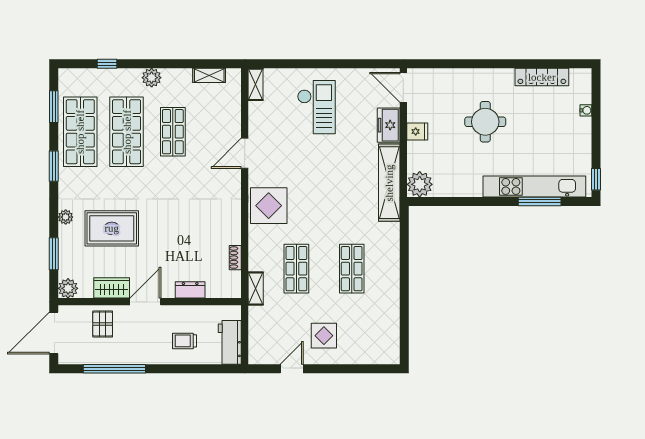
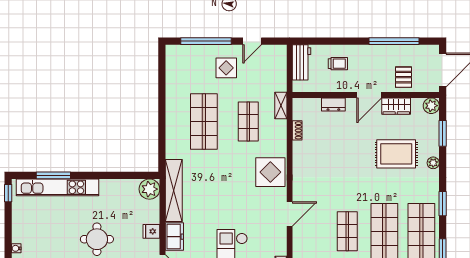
shop shelf: (352, 269) -> (204, 122), width x1.43, depth x1.36
window: (349, 369) -> (206, 41), added

